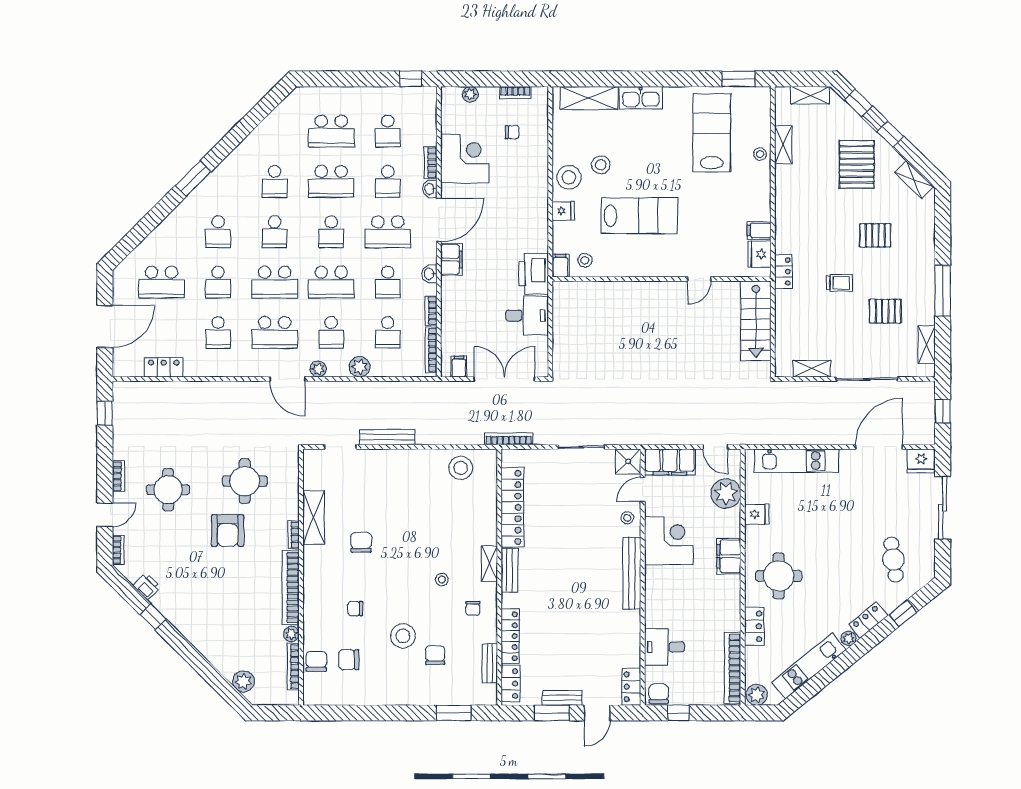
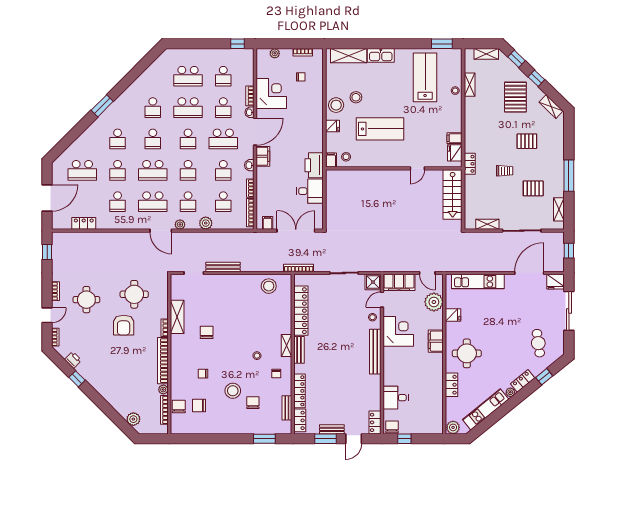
school desk: (331, 282) -> (188, 170), width x0.54
bookcase: (733, 668) -> (438, 411), removed

